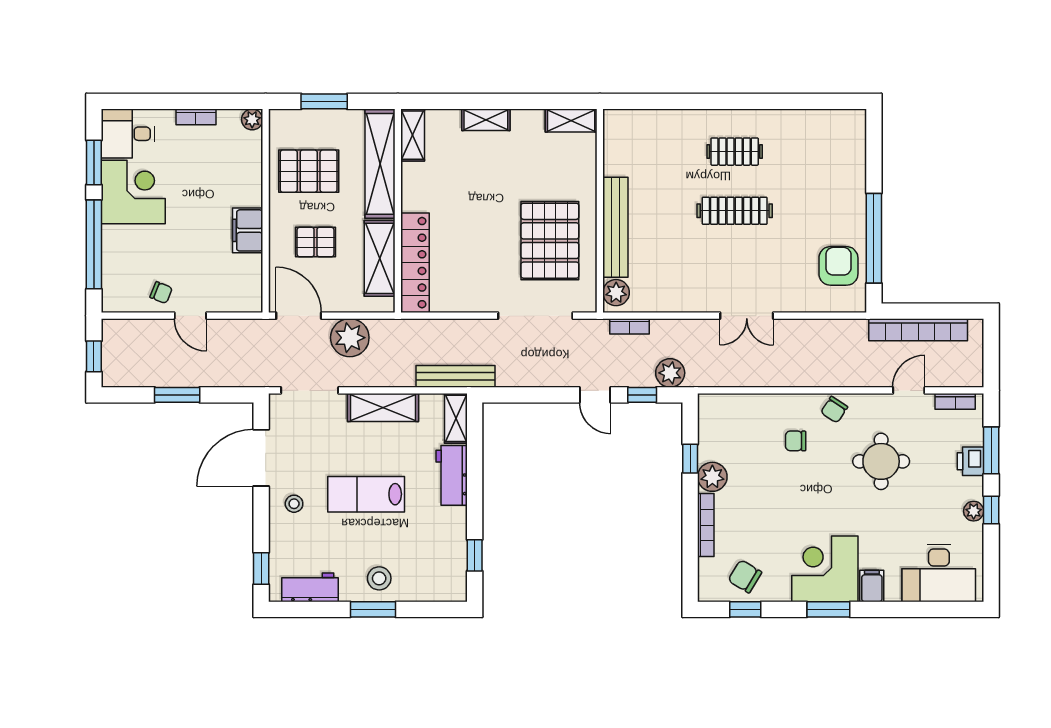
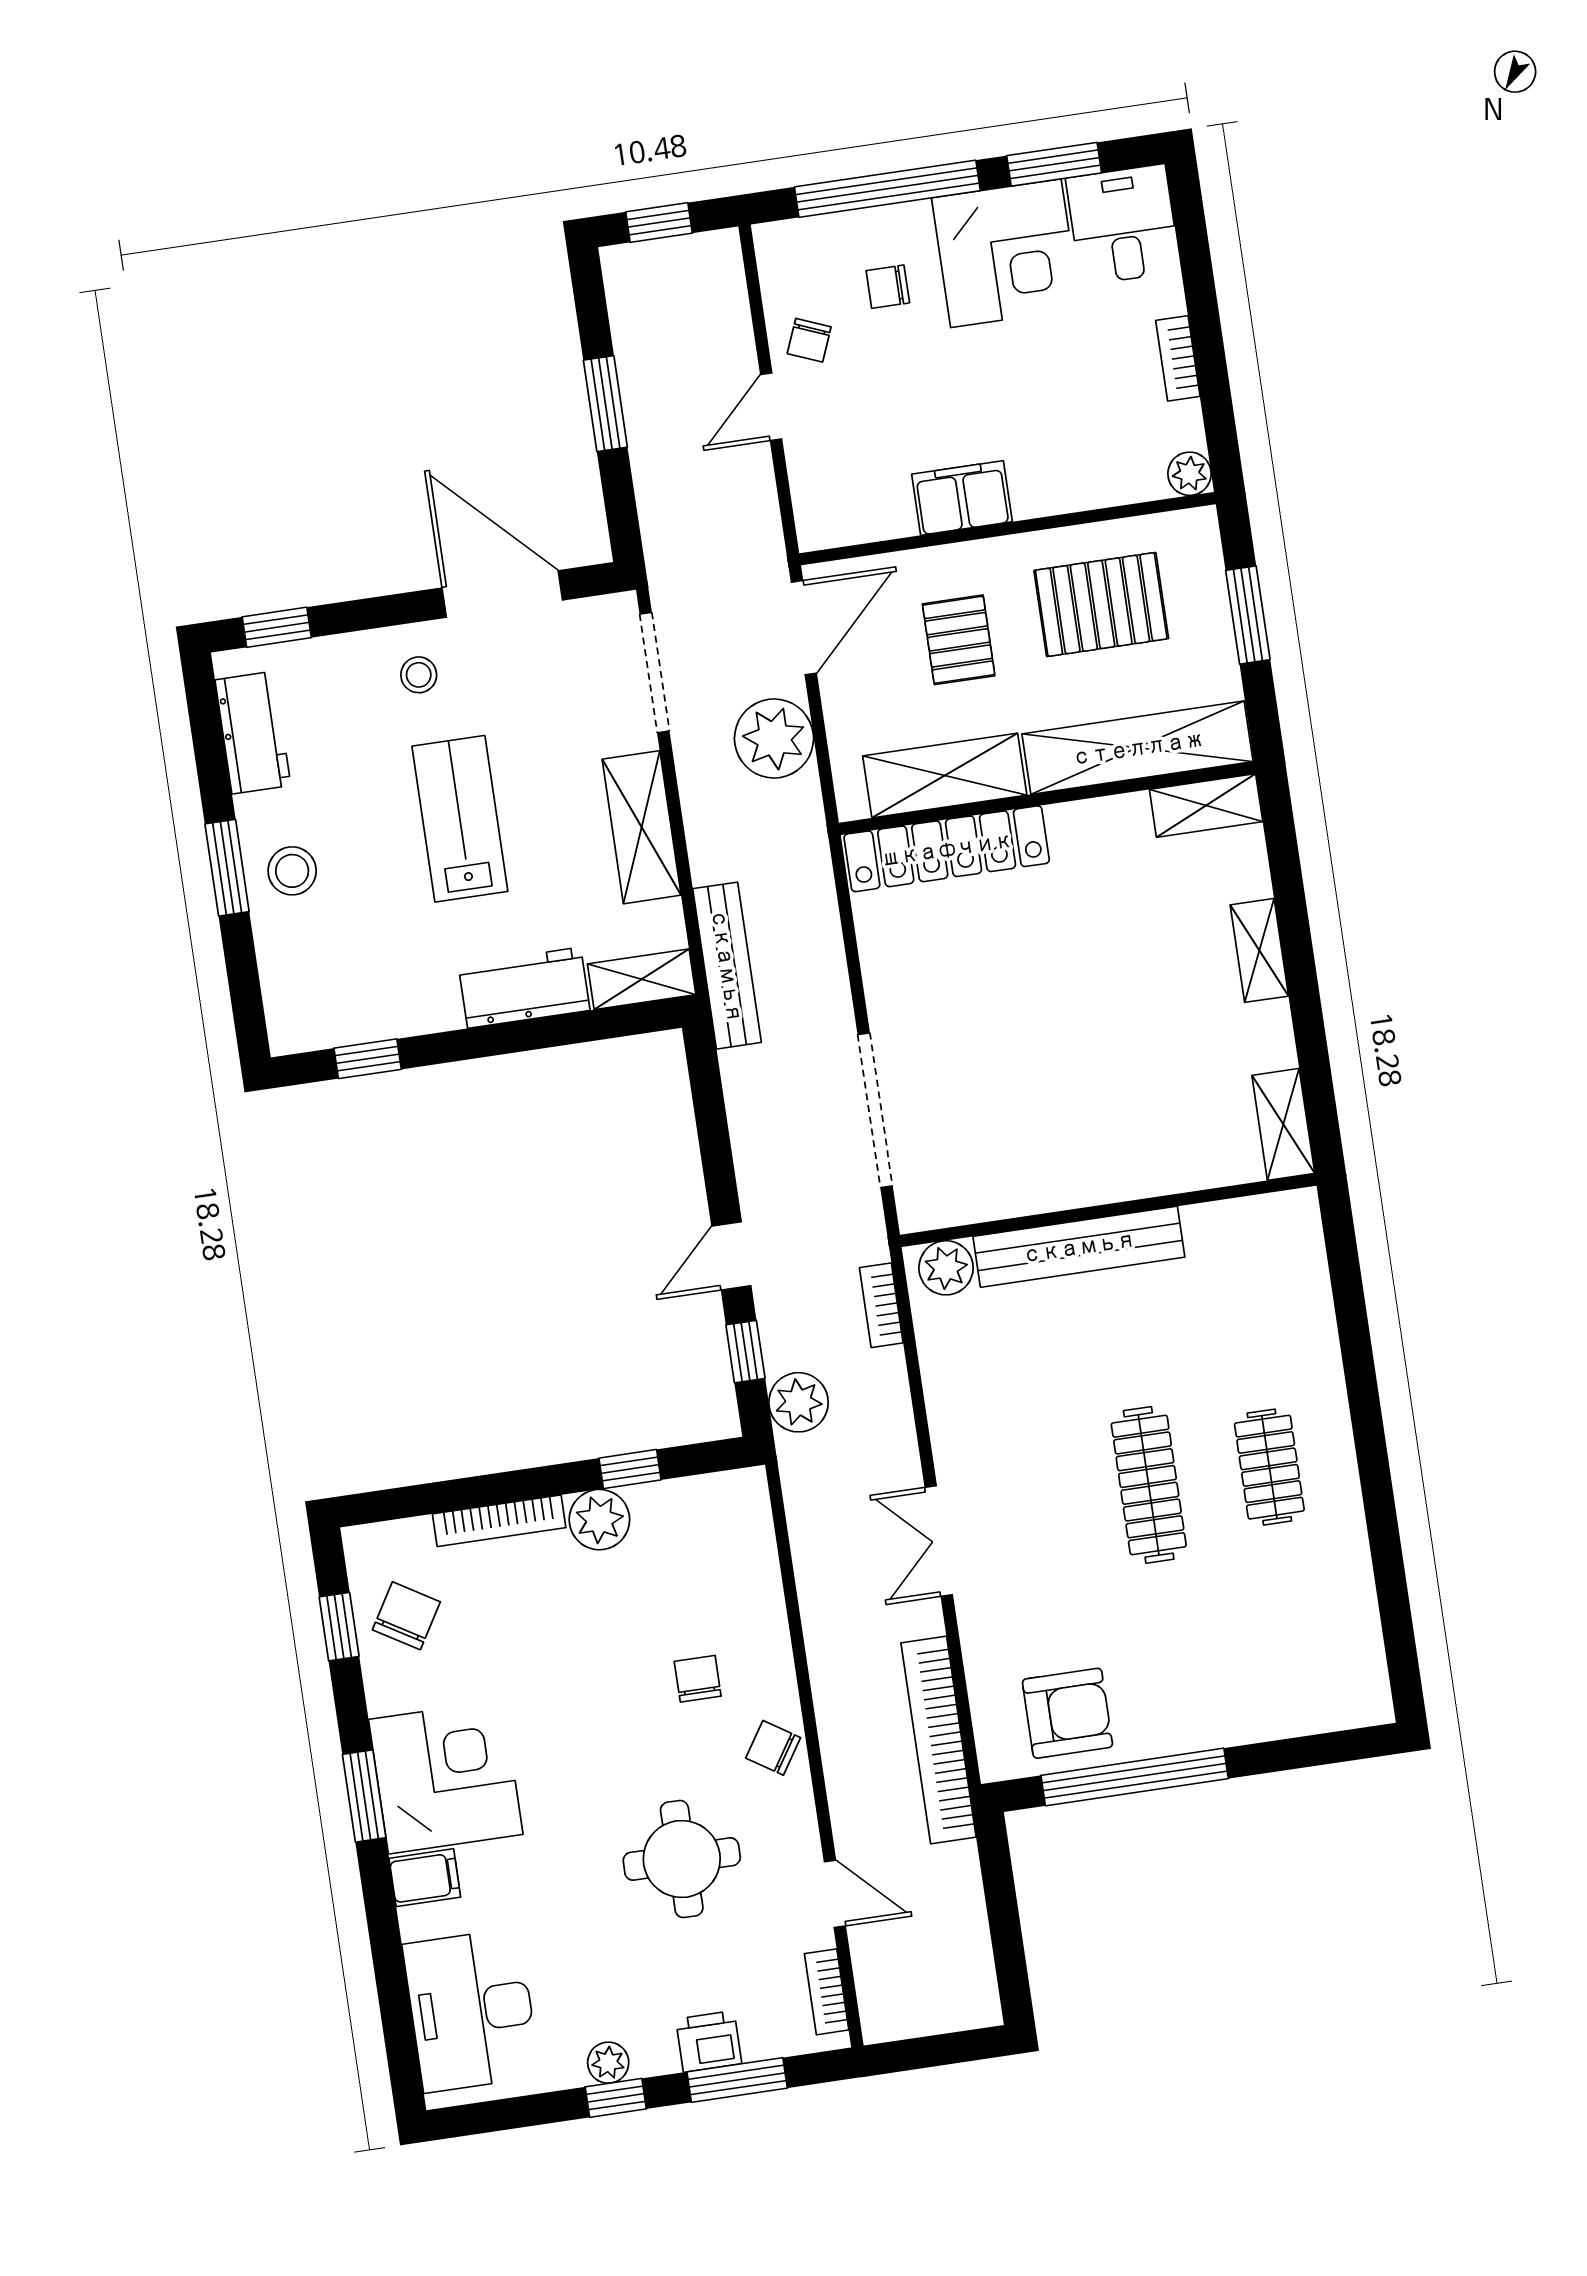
pallet: (309, 171) -> (1101, 605), turned 90
pallet: (550, 241) -> (1032, 1117), removed
chair: (141, 251) -> (888, 287), added
bookcase: (918, 330) -> (939, 1740), moved

